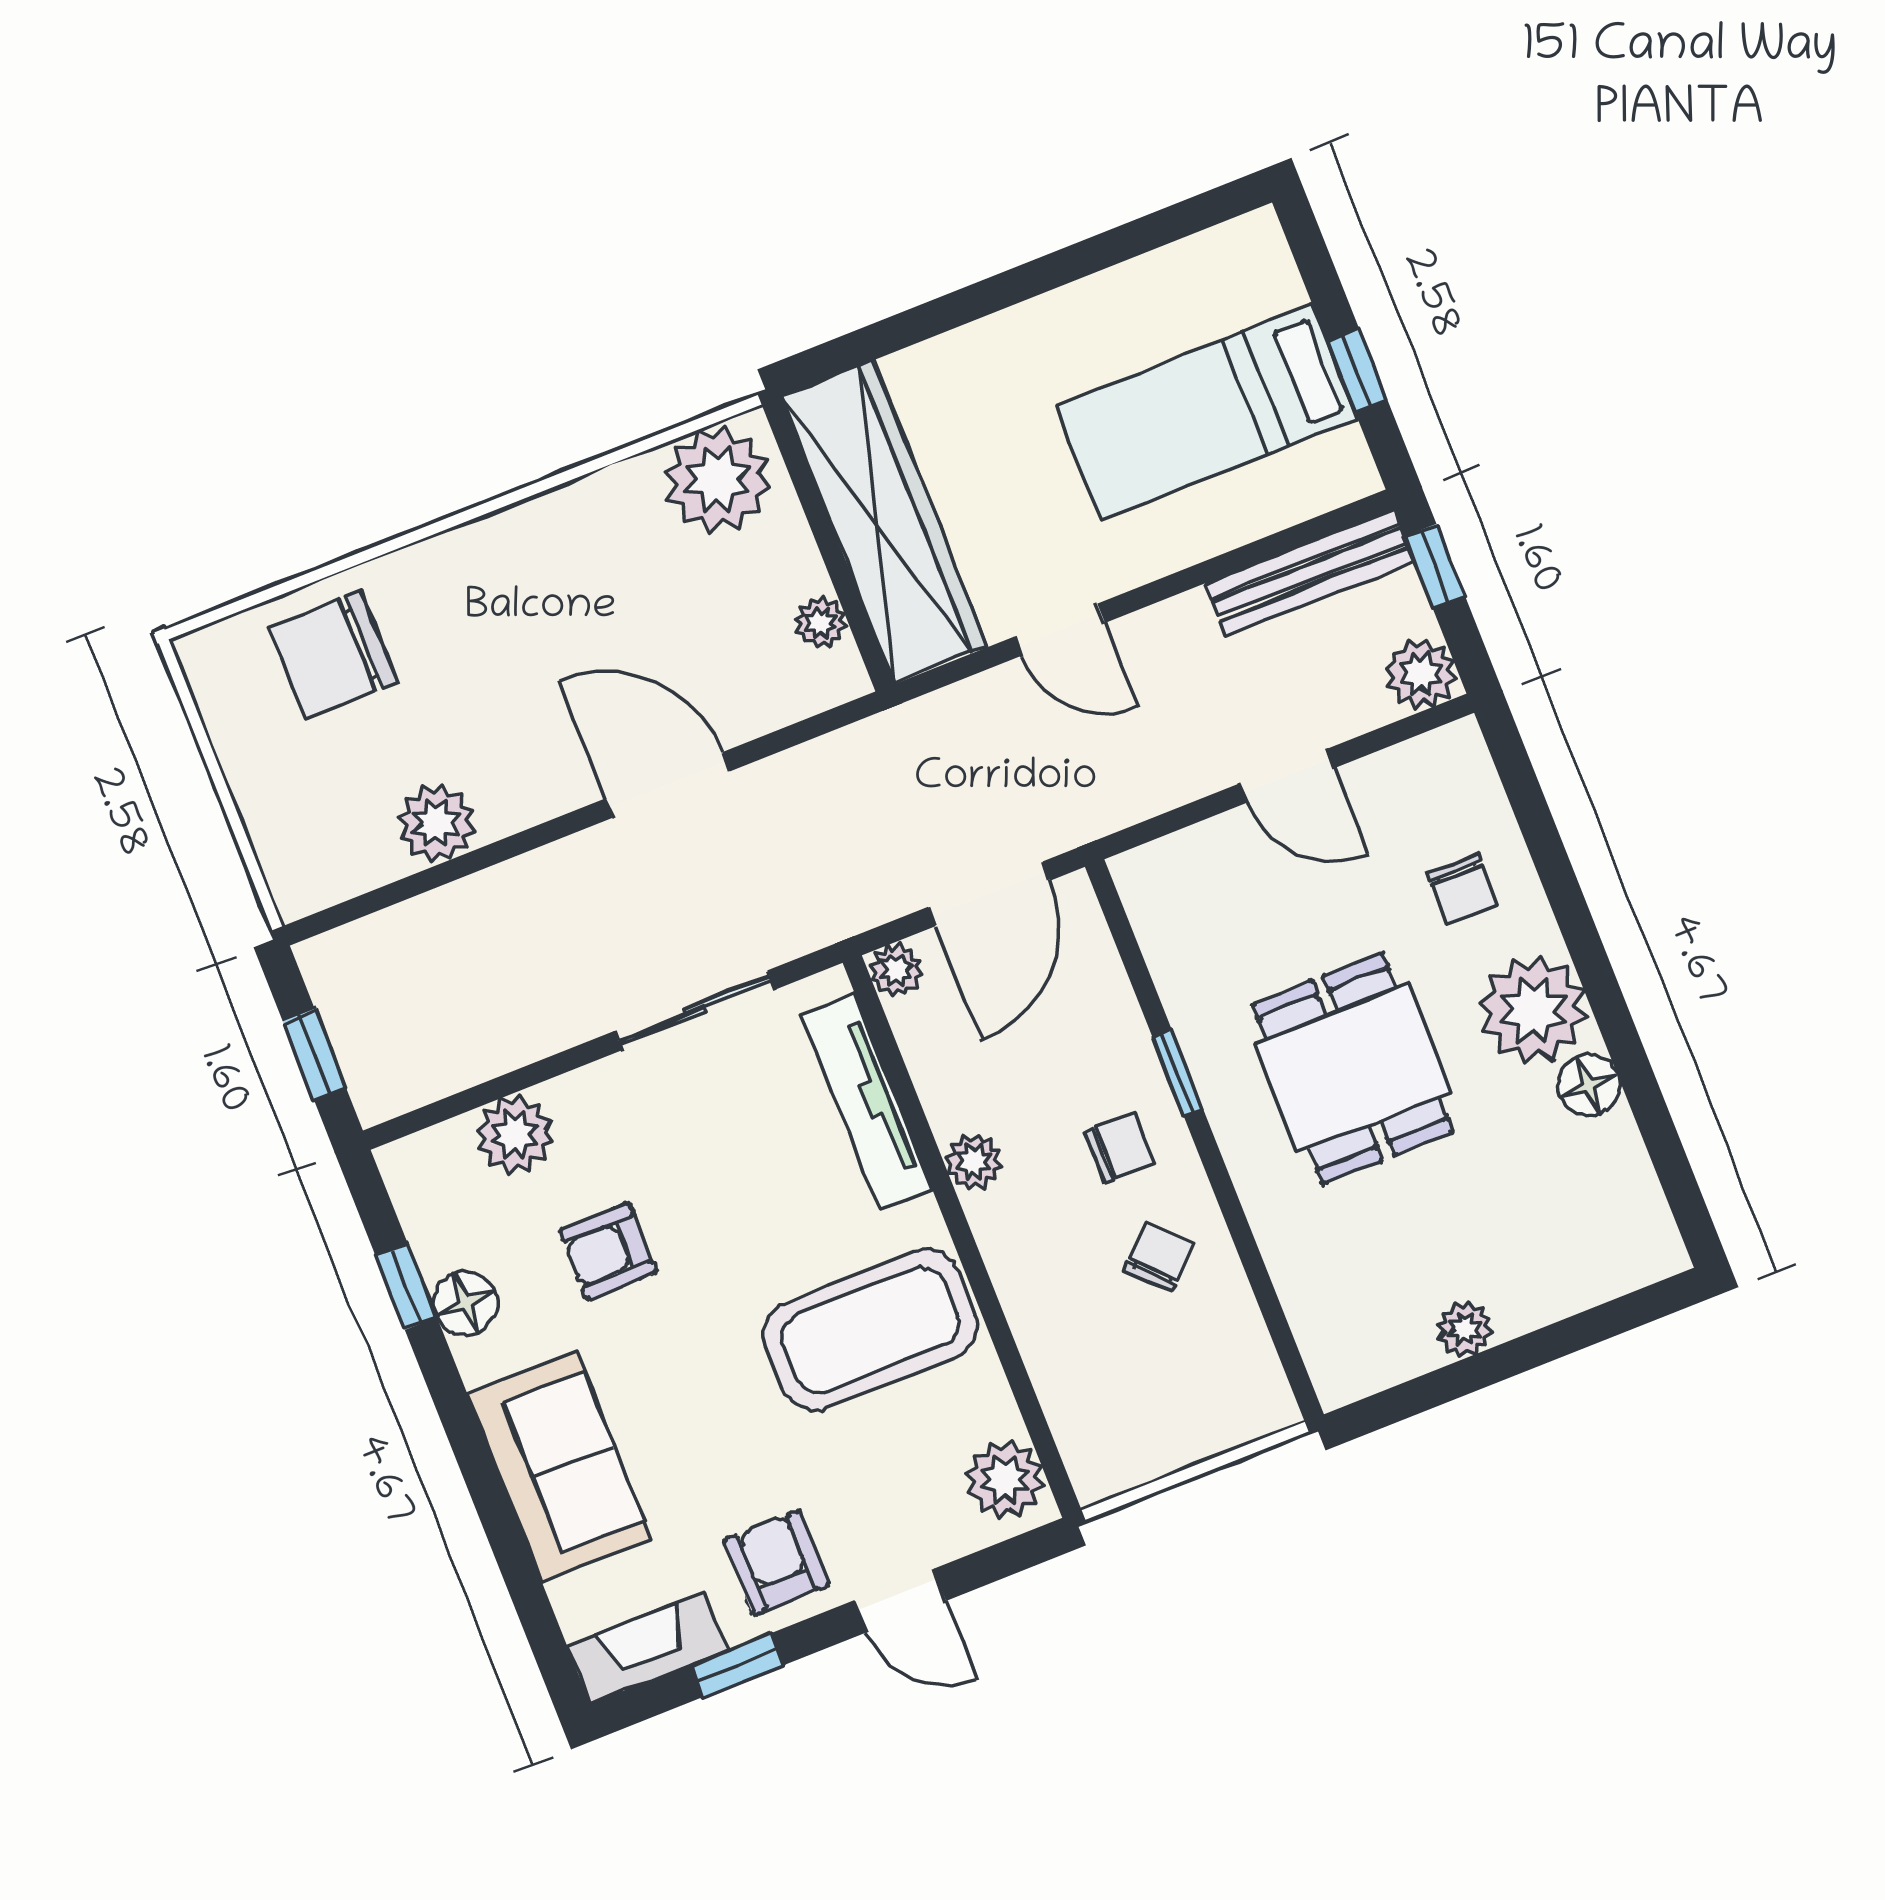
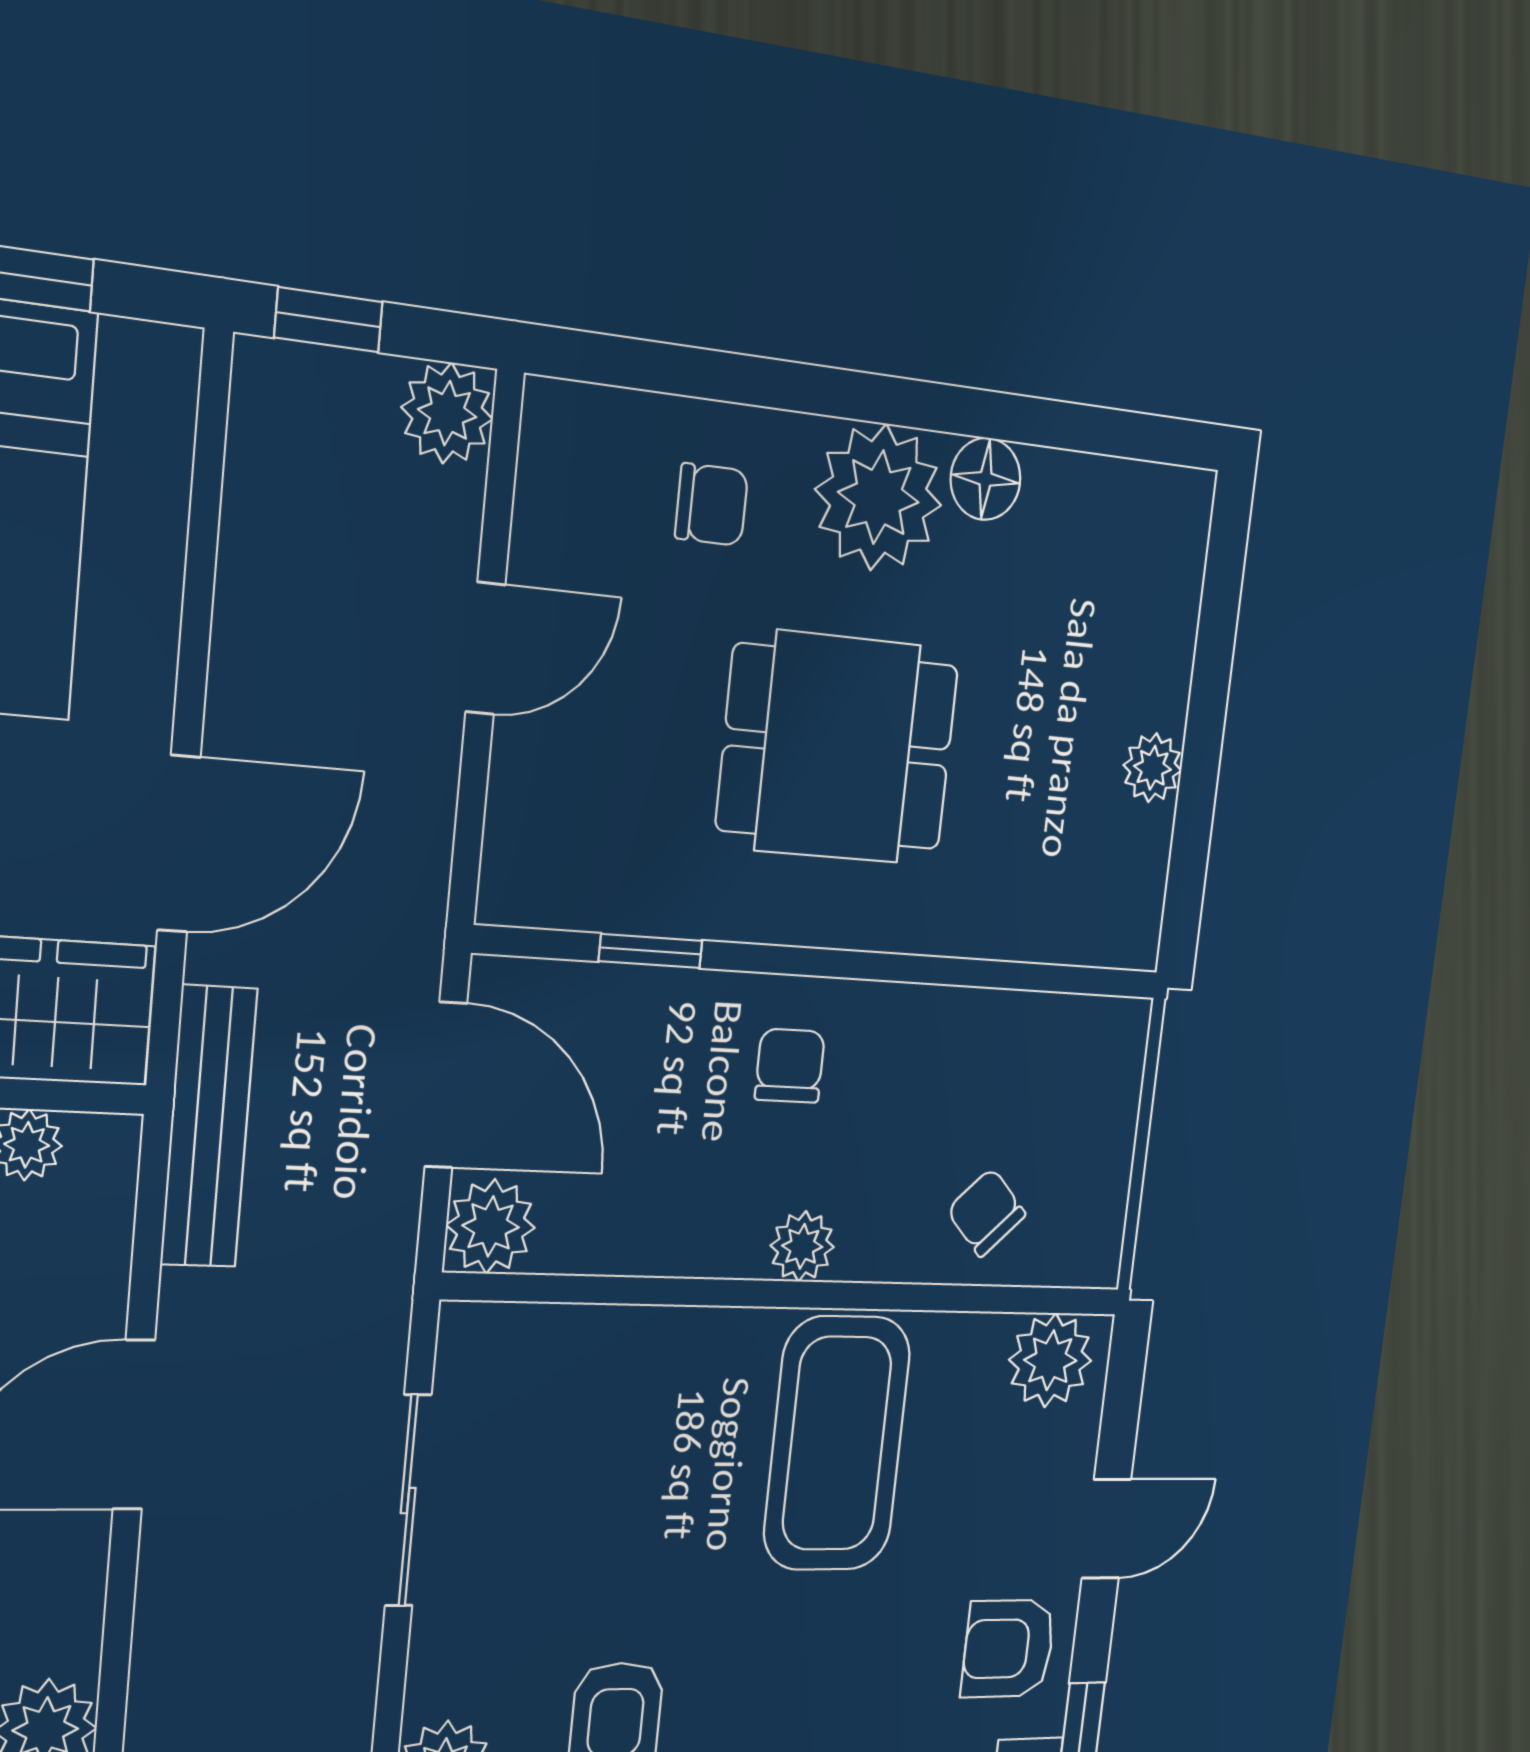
bench: (1309, 573) -> (209, 1127), moved
door: (1059, 630) -> (179, 844), width x1.38
plant: (896, 970) -> (491, 1226), width x1.38, depth x1.38
window: (1178, 1073) -> (651, 951), moved
tv unit: (867, 1101) -> (603, 1340), removed
plant: (974, 1162) -> (802, 1246), moved
chair: (1159, 1257) -> (986, 1212), moved

